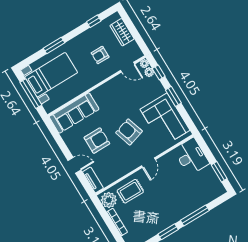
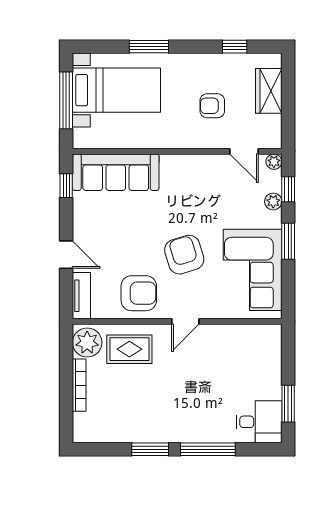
plant: (149, 72) -> (273, 201), moved
window: (55, 133) -> (66, 186), added
armchair: (97, 141) -> (139, 293), moved
desk: (191, 156) -> (259, 422), moved, width x0.73

